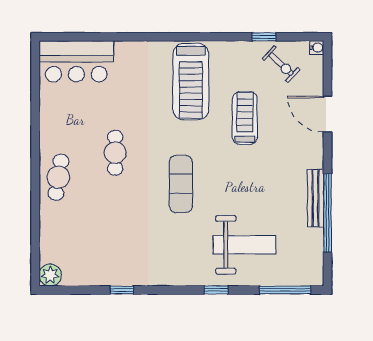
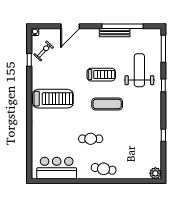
bar counter: (76, 61) -> (57, 168), moved, turned -90
treadmill: (245, 118) -> (101, 75), moved, turned 180

